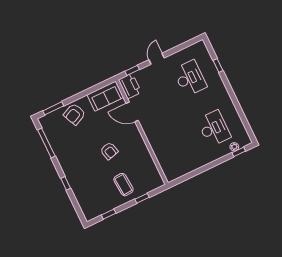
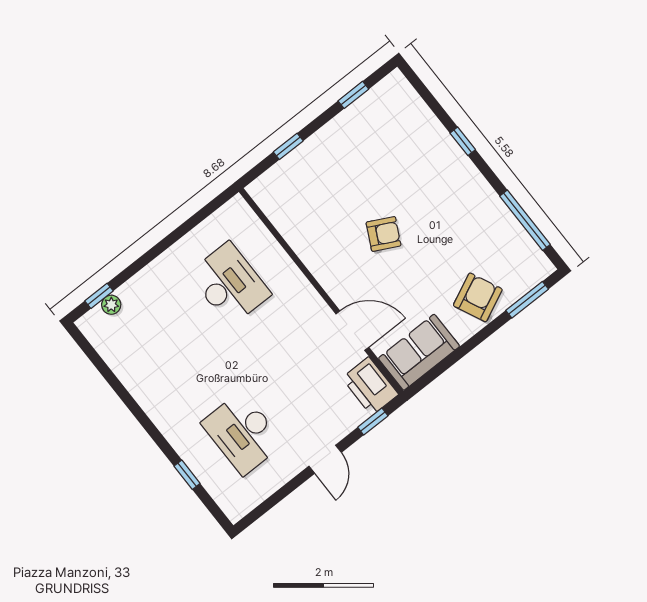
desk: (214, 128) -> (230, 284), moved, turned 180
armchair: (109, 151) -> (384, 234), turned 131
coffee table: (123, 185) -> (335, 167), removed

